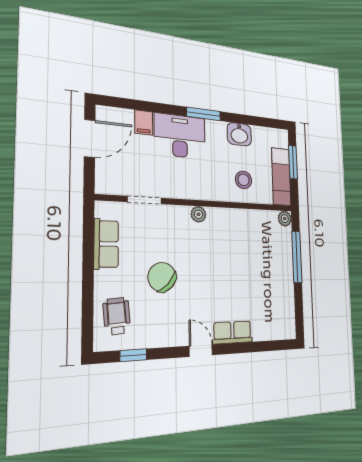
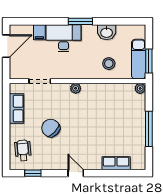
window: (293, 162) -> (149, 61), moved
window: (297, 257) -> (149, 129), moved
row of seats: (232, 332) -> (116, 163), moved

